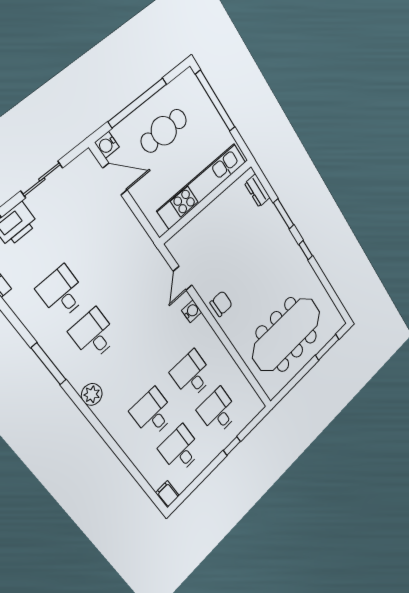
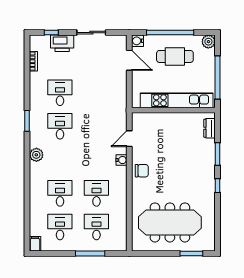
plant: (188, 80) -> (208, 42), added
window: (215, 101) -> (217, 78), moved
window: (49, 364) -> (27, 121), width x0.69
window: (232, 446) -> (90, 254), width x2.17

